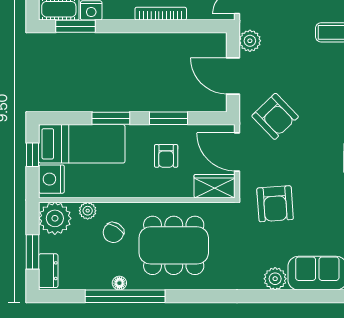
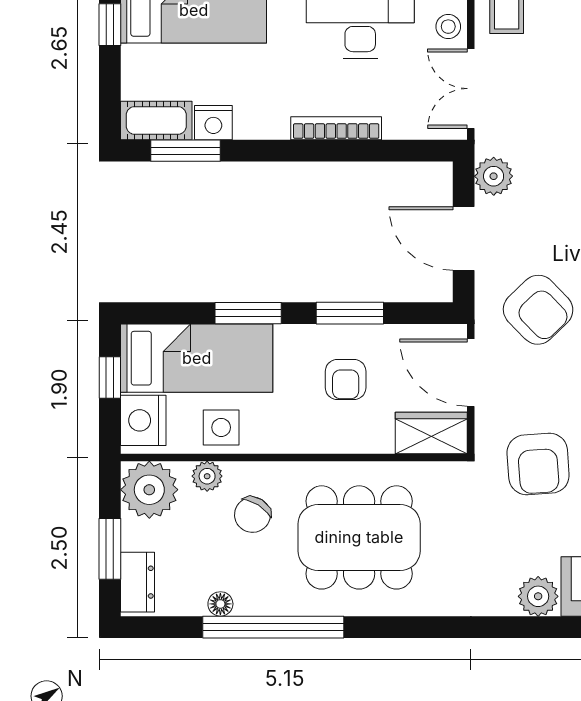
side table: (96, 183) -> (221, 427), added
floor lamp: (119, 283) -> (220, 604), moved

